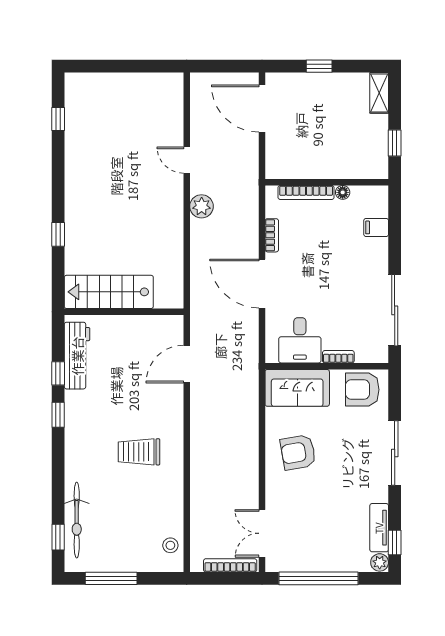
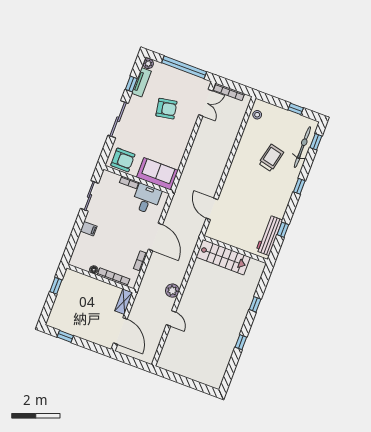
window: (319, 66) -> (65, 336), moved
shelving: (379, 93) -> (124, 302), moved
window: (58, 119) -> (241, 342), moved
filing cabinet: (376, 227) -> (89, 229), moved
stairs: (109, 292) -> (223, 257), moved
sliding door: (395, 310) -> (89, 196), width x0.73
door: (187, 364) -> (212, 209), swing flipped
window: (58, 415) -> (299, 186), moved
trolley: (139, 452) -> (271, 158), moved, turned -77
armchair: (298, 452) -> (166, 109), moved
window: (395, 543) -> (131, 84), moved
window: (111, 578) -> (296, 109), width x0.46

